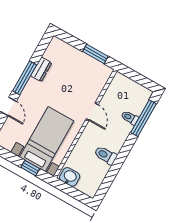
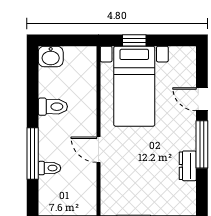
window: (144, 118) -> (33, 153), moved
washbasin: (70, 177) -> (51, 56), moved

